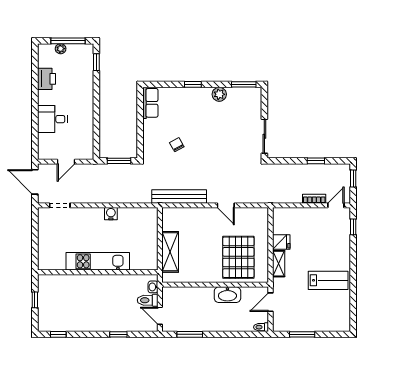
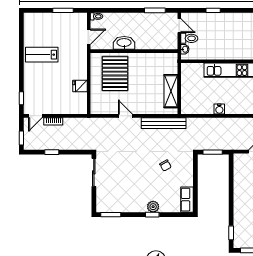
plant: (219, 94) -> (153, 207), moved
shelving: (170, 252) -> (171, 91), moved
shelving: (279, 264) -> (82, 68), removed

